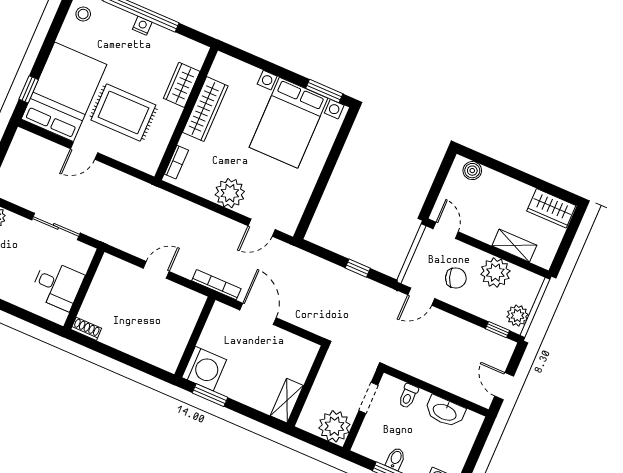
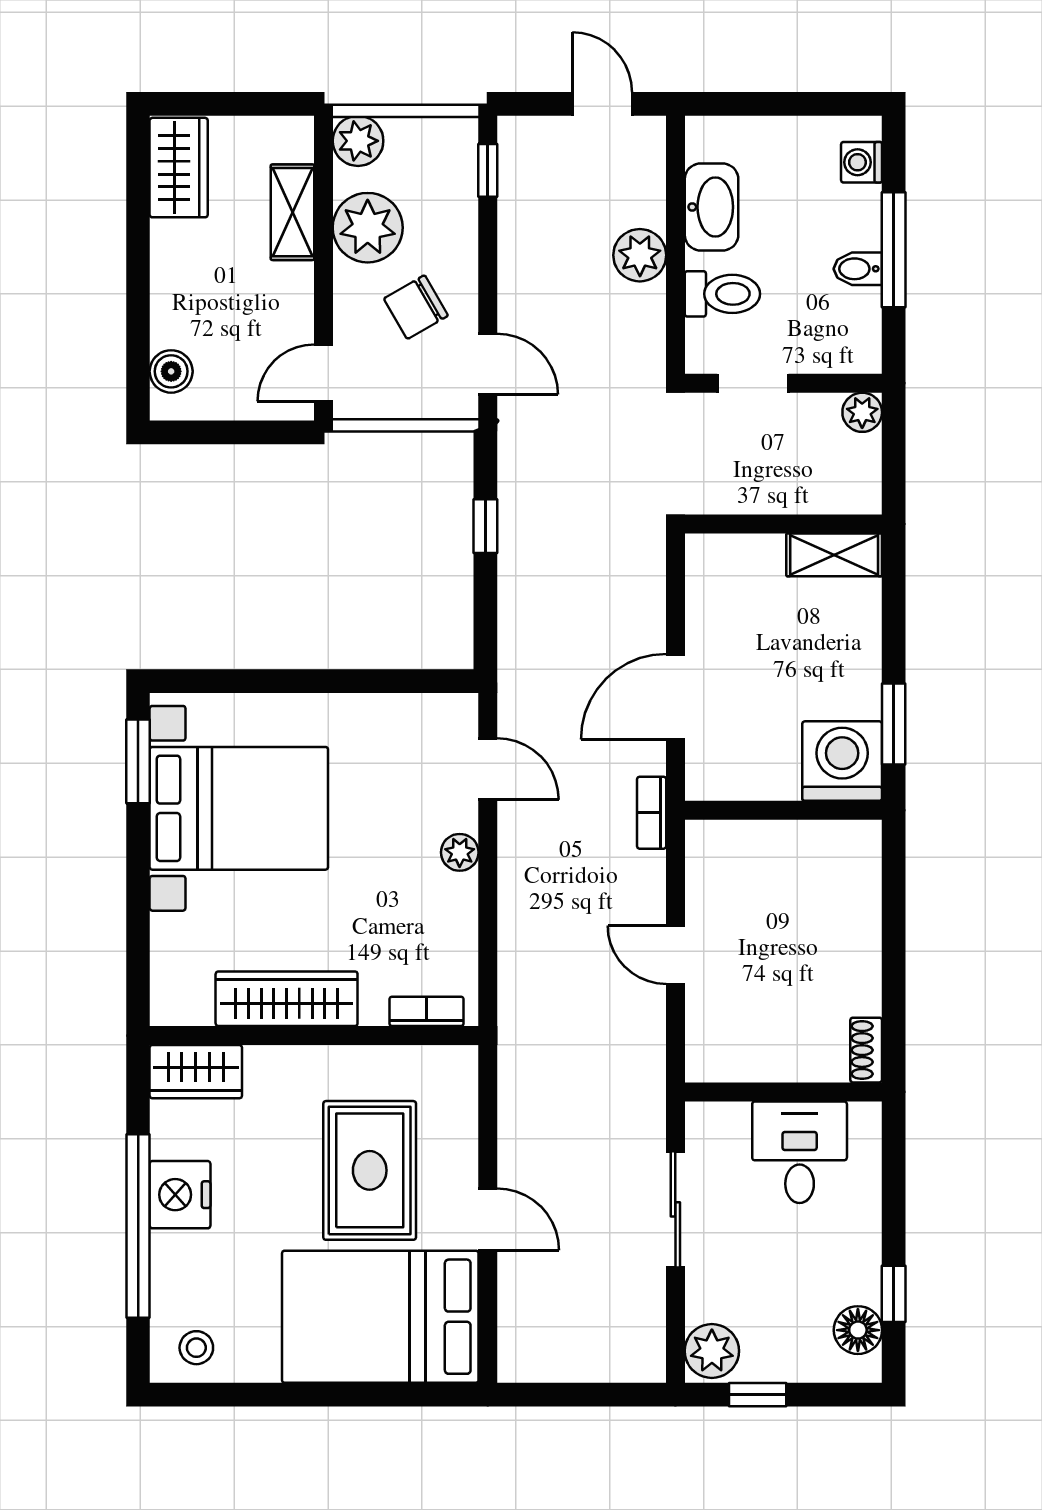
nightstand: (142, 26) -> (180, 1195), width x1.89, depth x1.79
wardrobe: (182, 85) -> (196, 1072), moved
window: (29, 89) -> (408, 1395), removed
plant: (230, 193) -> (460, 852), width x0.53, depth x0.53
chair: (456, 278) -> (416, 307), turned -100
bookcase: (216, 285) -> (652, 813), width x0.64
plant: (517, 316) -> (358, 141), moved
plant: (438, 375) -> (640, 255), added
door: (504, 386) -> (602, 104), swing flipped
toilet: (408, 396) -> (722, 294), width x1.37, depth x1.39
plant: (334, 426) -> (862, 412), width x0.53, depth x0.53

